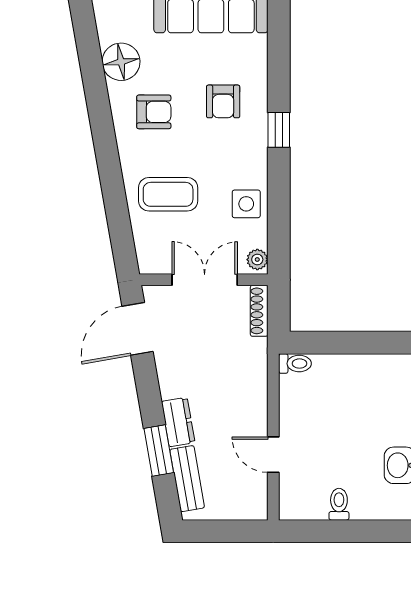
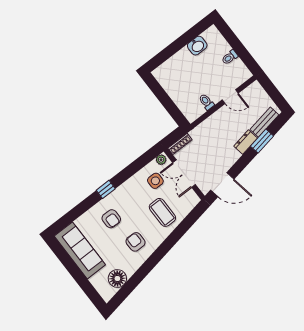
floor lamp: (121, 62) -> (117, 278), moved
armchair: (223, 101) -> (111, 219), turned 90
side table: (246, 204) -> (155, 181), moved
toilet: (295, 364) -> (206, 102), moved
door: (273, 455) -> (230, 97), hinge flipped

